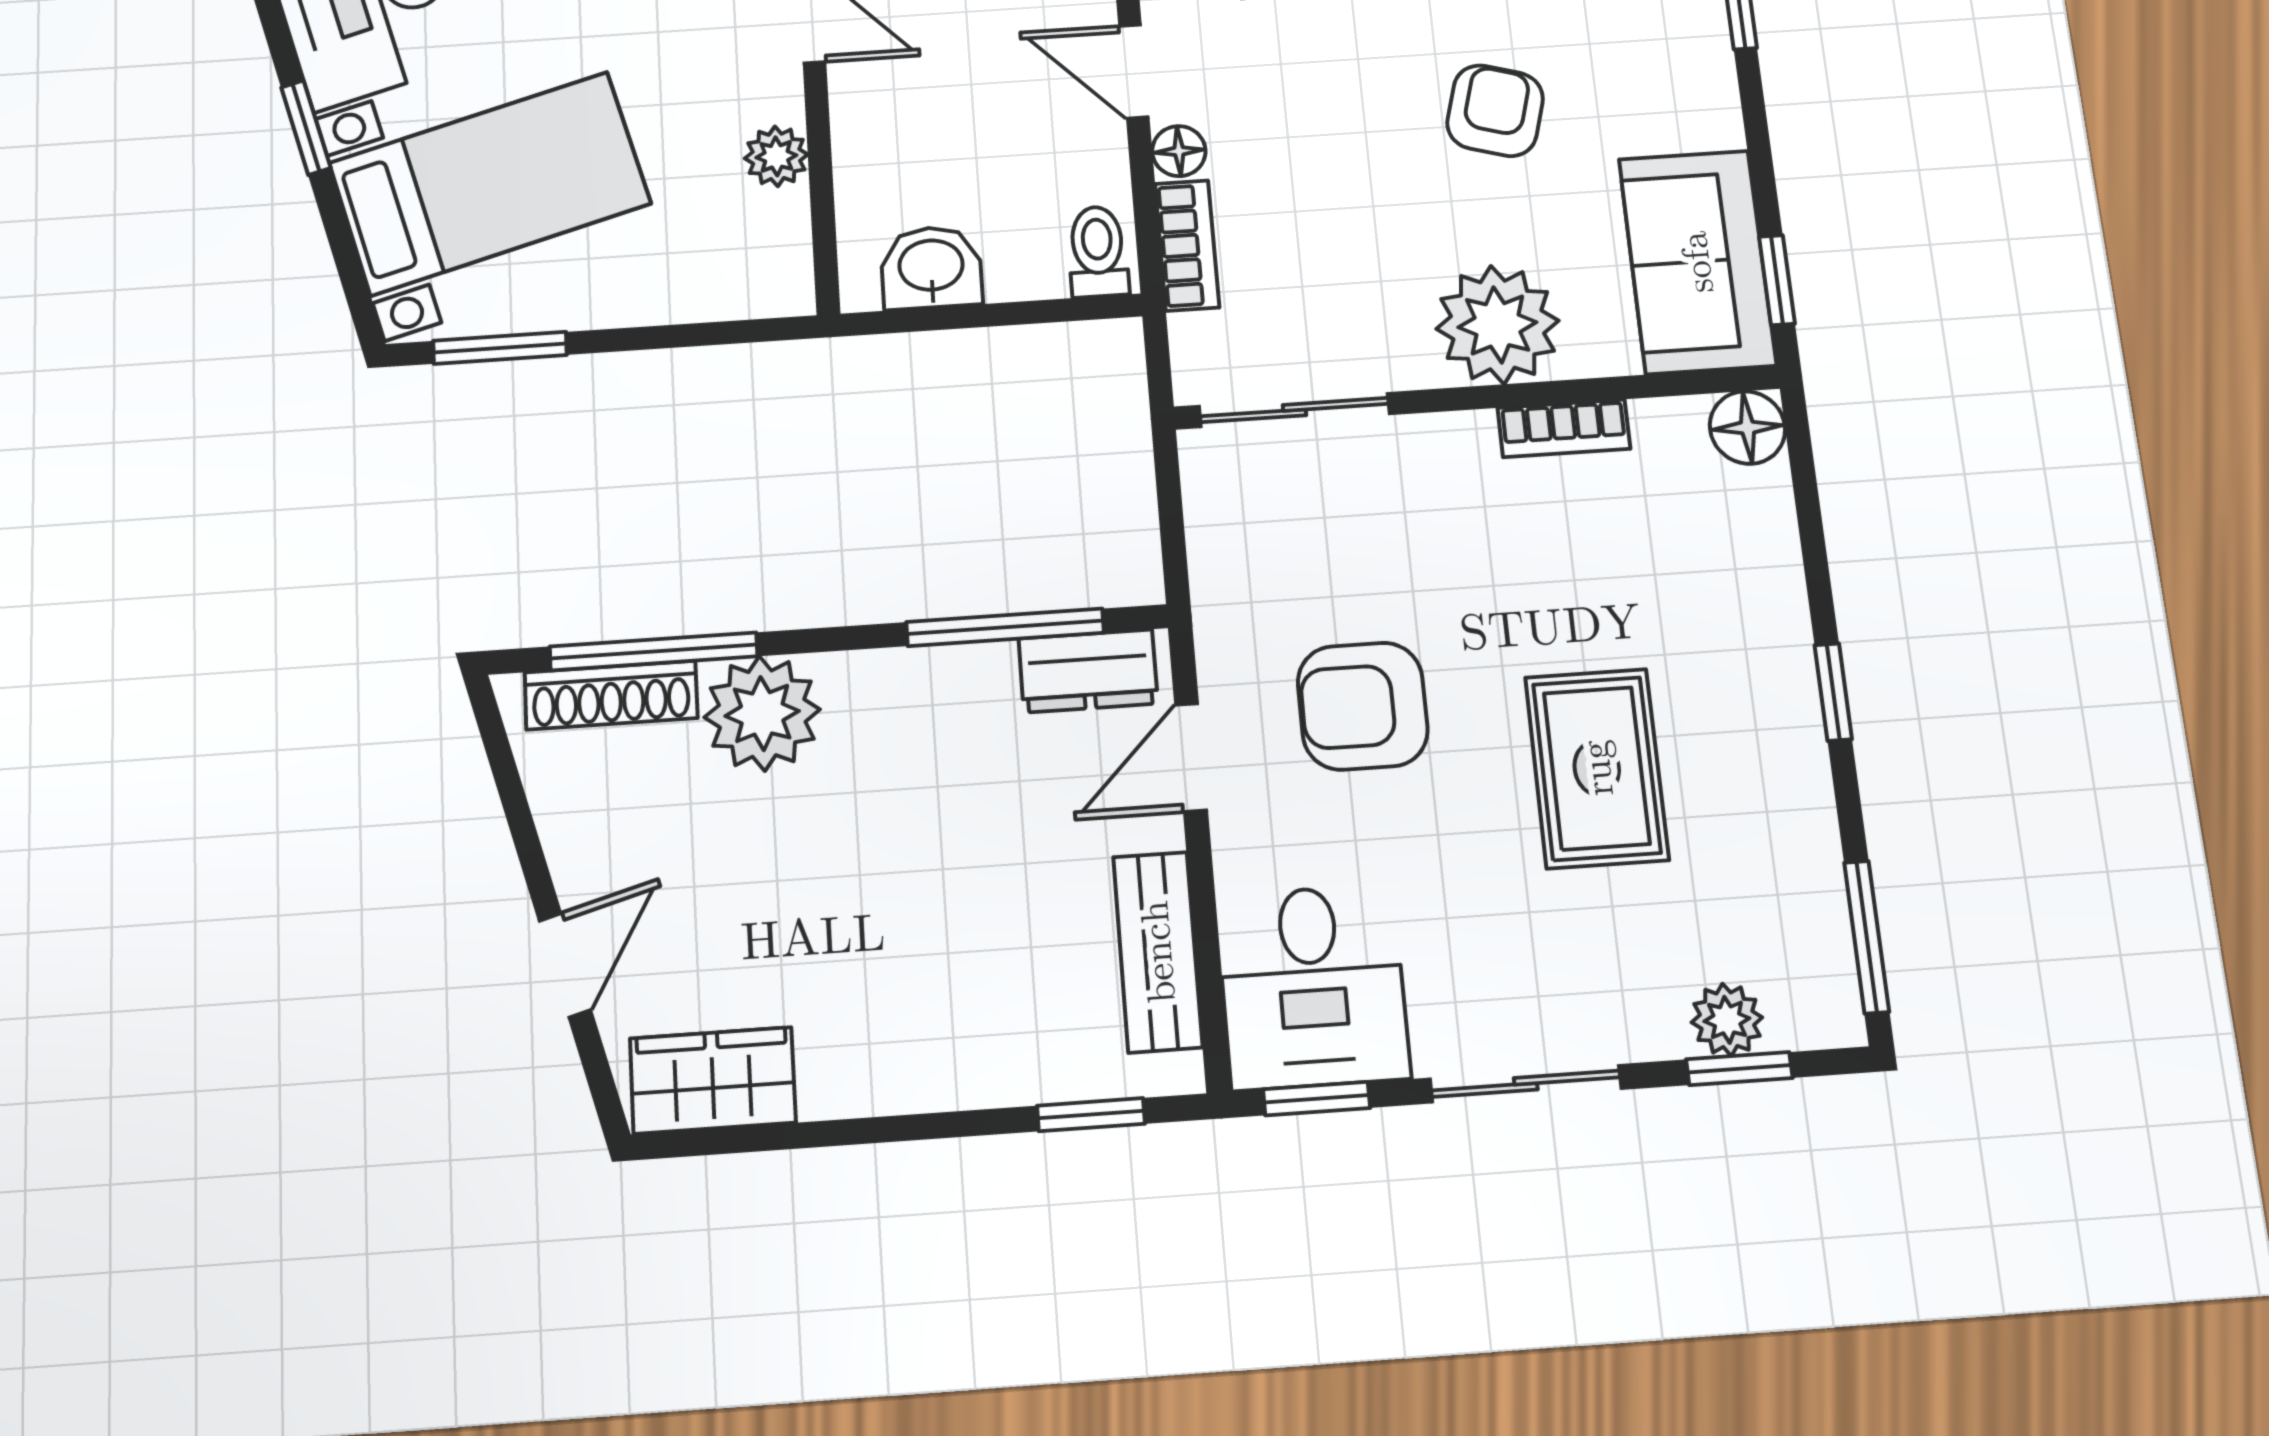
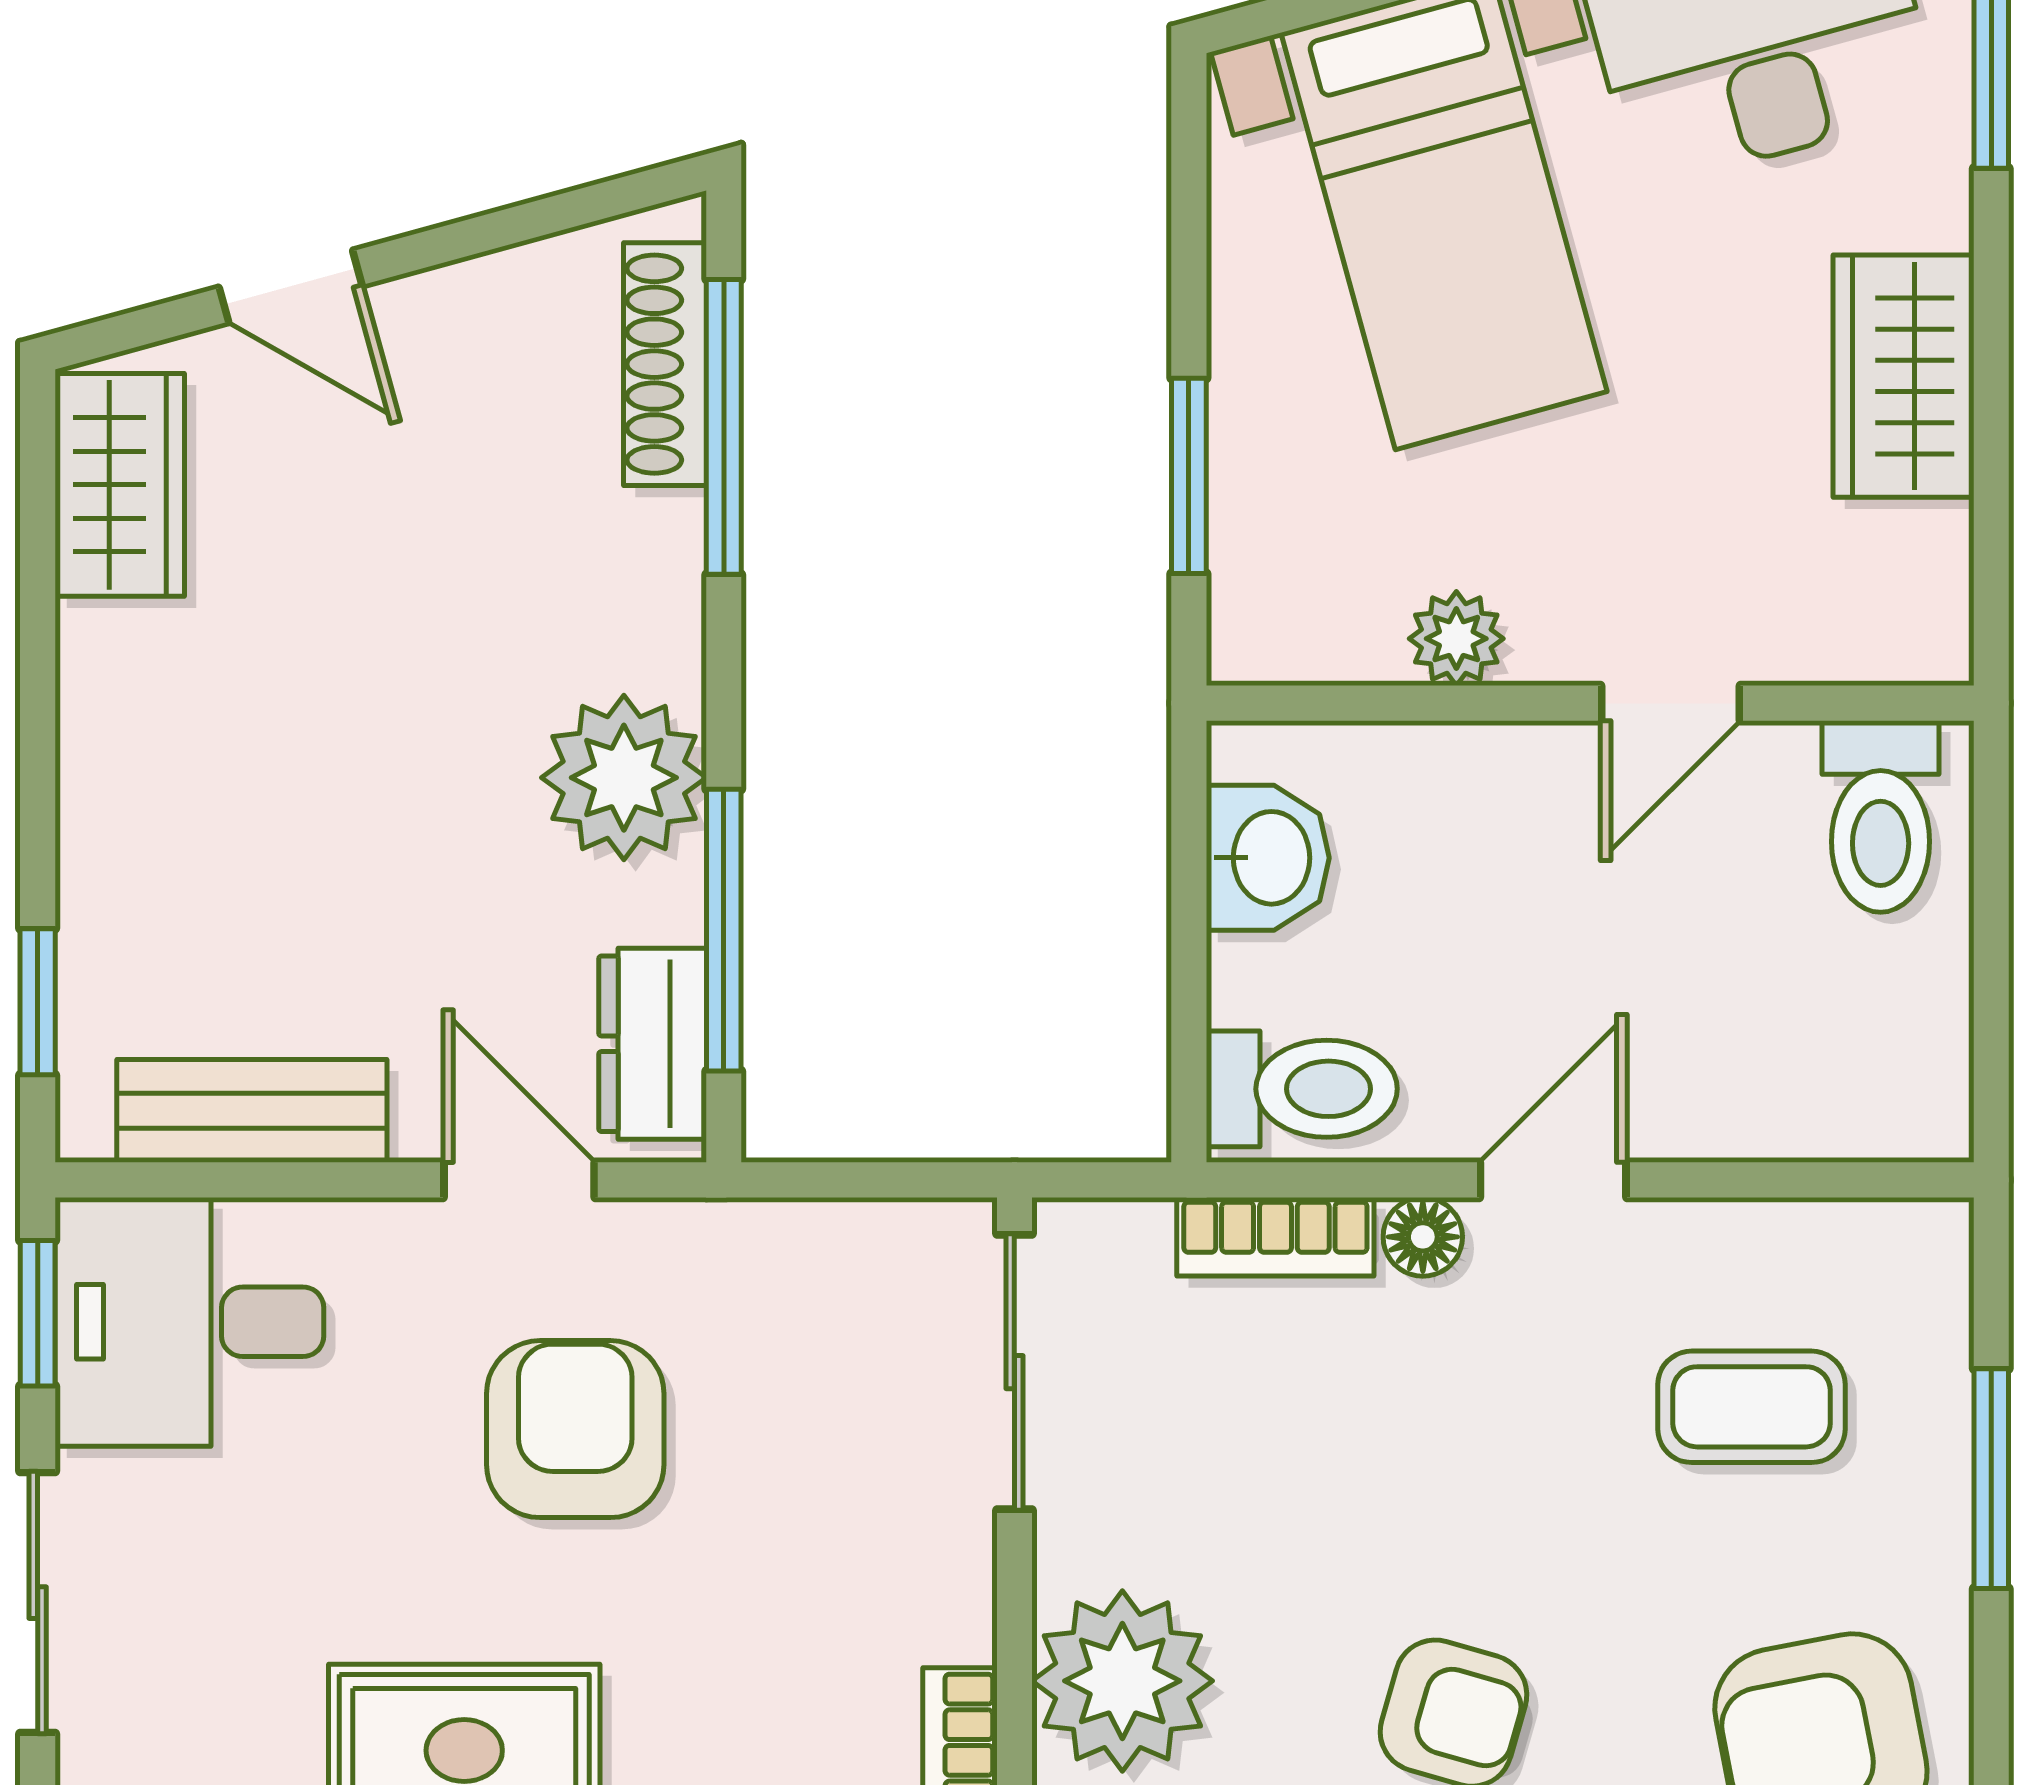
toilet: (1098, 252) -> (1302, 1089), width x1.37, depth x1.39
window: (500, 348) -> (1189, 476), moved
plant: (762, 713) -> (624, 778), moved

